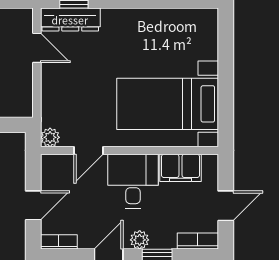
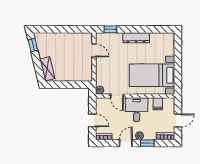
dresser: (70, 20) -> (136, 38), moved
door: (89, 150) -> (117, 96), hinge flipped
filing cabinet: (180, 168) -> (158, 104), width x0.50
door: (33, 205) -> (92, 120), hinge flipped

